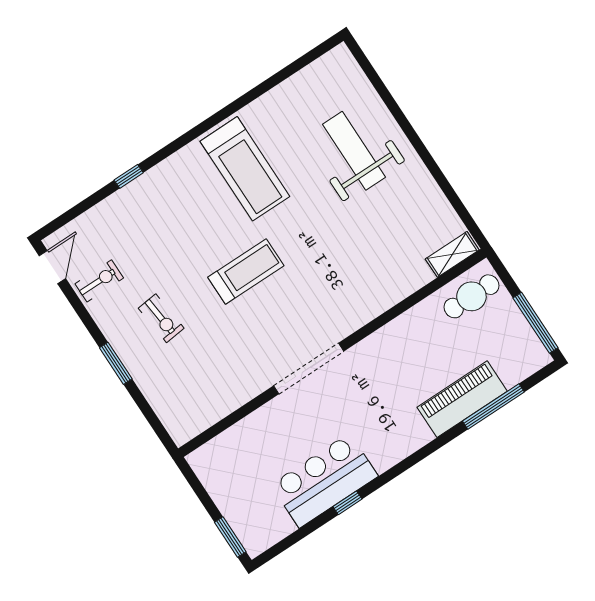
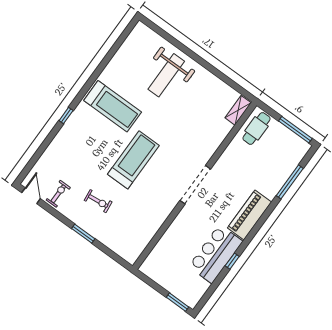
weight bench: (354, 151) -> (166, 75), turned -90
window: (129, 176) -> (66, 115), moved
treadmill: (246, 271) -> (133, 160), width x1.37, depth x1.38
doorway: (309, 368) -> (195, 185), moved
piano: (462, 399) -> (249, 215), moved

